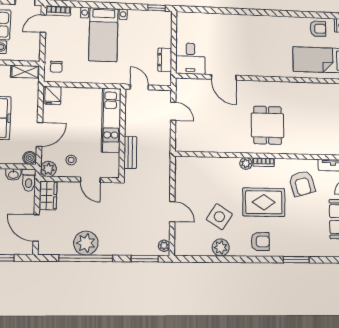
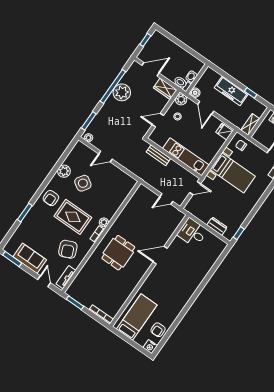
bed with nightstands: (103, 35) -> (233, 173), moved, turned 180
dresser: (165, 60) -> (217, 226), moved
door: (224, 77) -> (160, 255), moved
dining table: (268, 125) -> (118, 253), turned 90
armchair: (302, 183) -> (68, 249), turned -97
rug: (264, 202) -> (73, 217), turned 90

